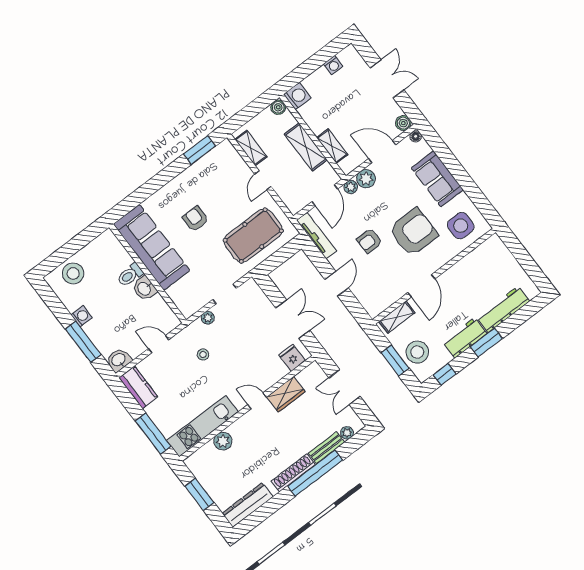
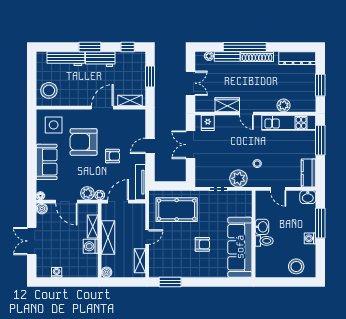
washing machine: (297, 96) -> (91, 246), moved
armchair: (195, 219) -> (202, 244), turned -90
plant: (208, 318) -> (238, 178), width x1.88, depth x1.88
stool: (417, 352) -> (49, 90), moved

